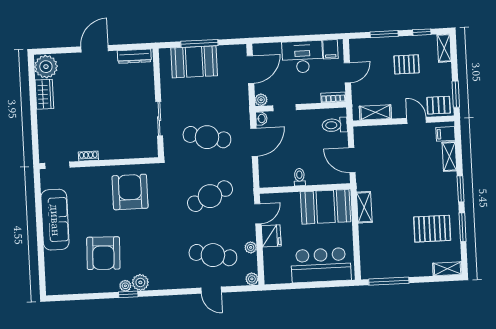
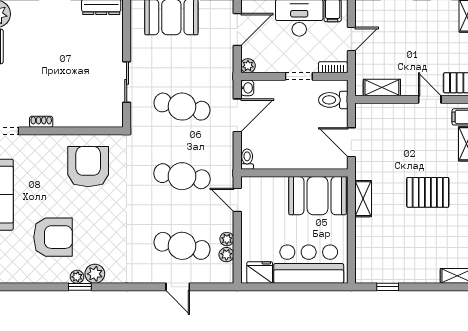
pallet: (407, 64) -> (421, 33), removed
doorway: (285, 108) -> (299, 76), moved
toilet: (299, 177) -> (247, 159), moved
cafe table: (210, 196) -> (182, 176), turned 33
door: (258, 214) -> (237, 200), swing flipped
pallet: (432, 229) -> (428, 192), moved
fridge: (271, 236) -> (260, 272), moved, turned -90
armchair: (103, 253) -> (53, 237), turned -92
plant: (252, 279) -> (226, 255), moved
window: (389, 281) -> (388, 287), width x0.46

